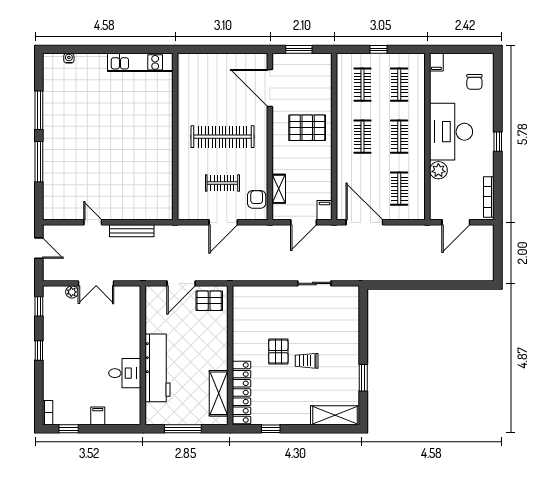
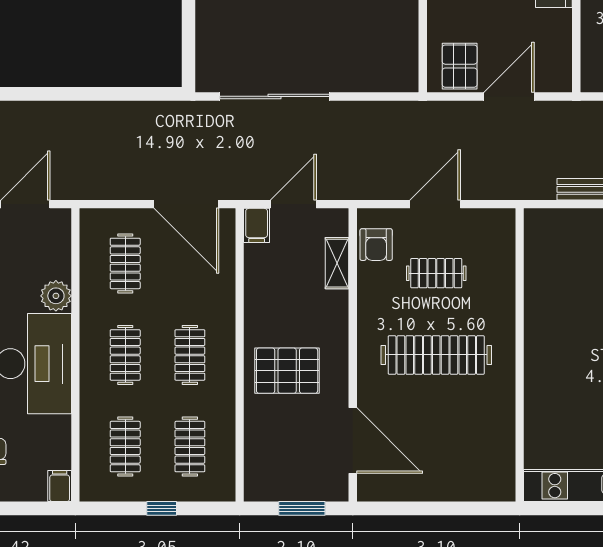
sliding door: (314, 283) -> (275, 96), width x1.86
pallet: (209, 301) -> (460, 66), turned 90

